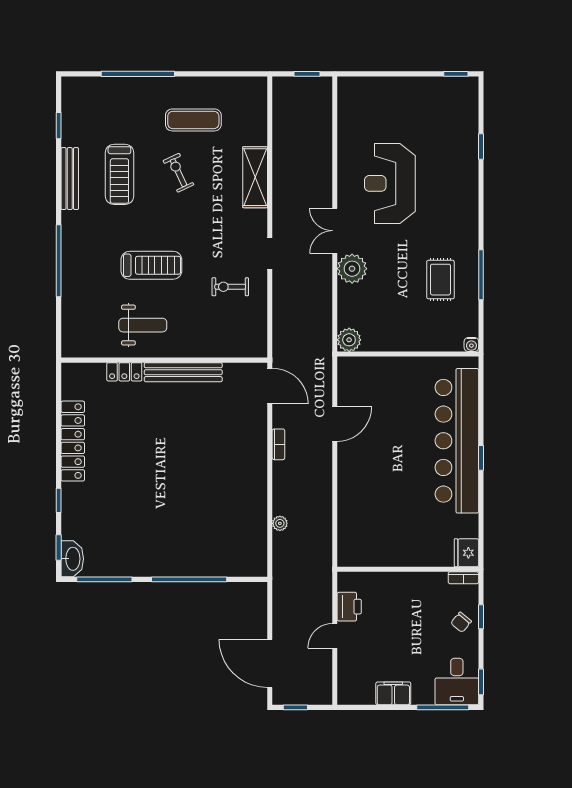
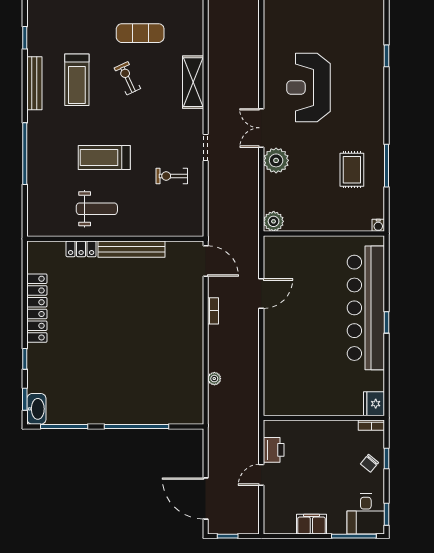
treadmill: (151, 265) -> (104, 158), turned 180

